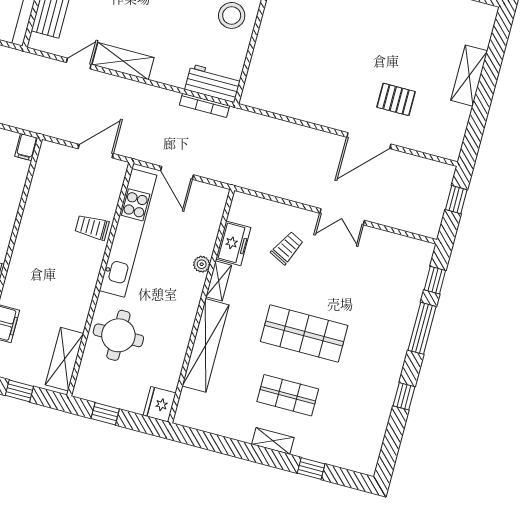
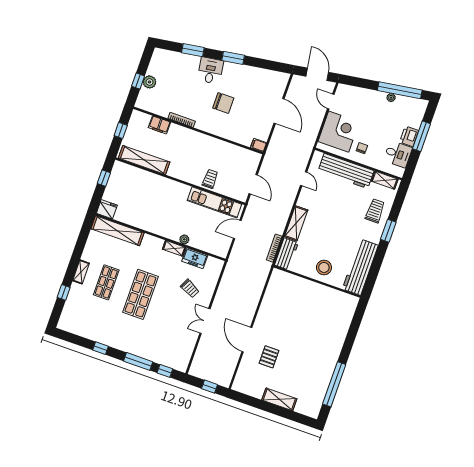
shelving: (123, 61) -> (296, 223), moved
kitchen unit: (128, 233) -> (214, 202), width x0.73
round table: (118, 335) -> (148, 189), removed
shelving: (206, 345) -> (117, 231), moved
shelving: (64, 359) -> (144, 160), width x1.47

